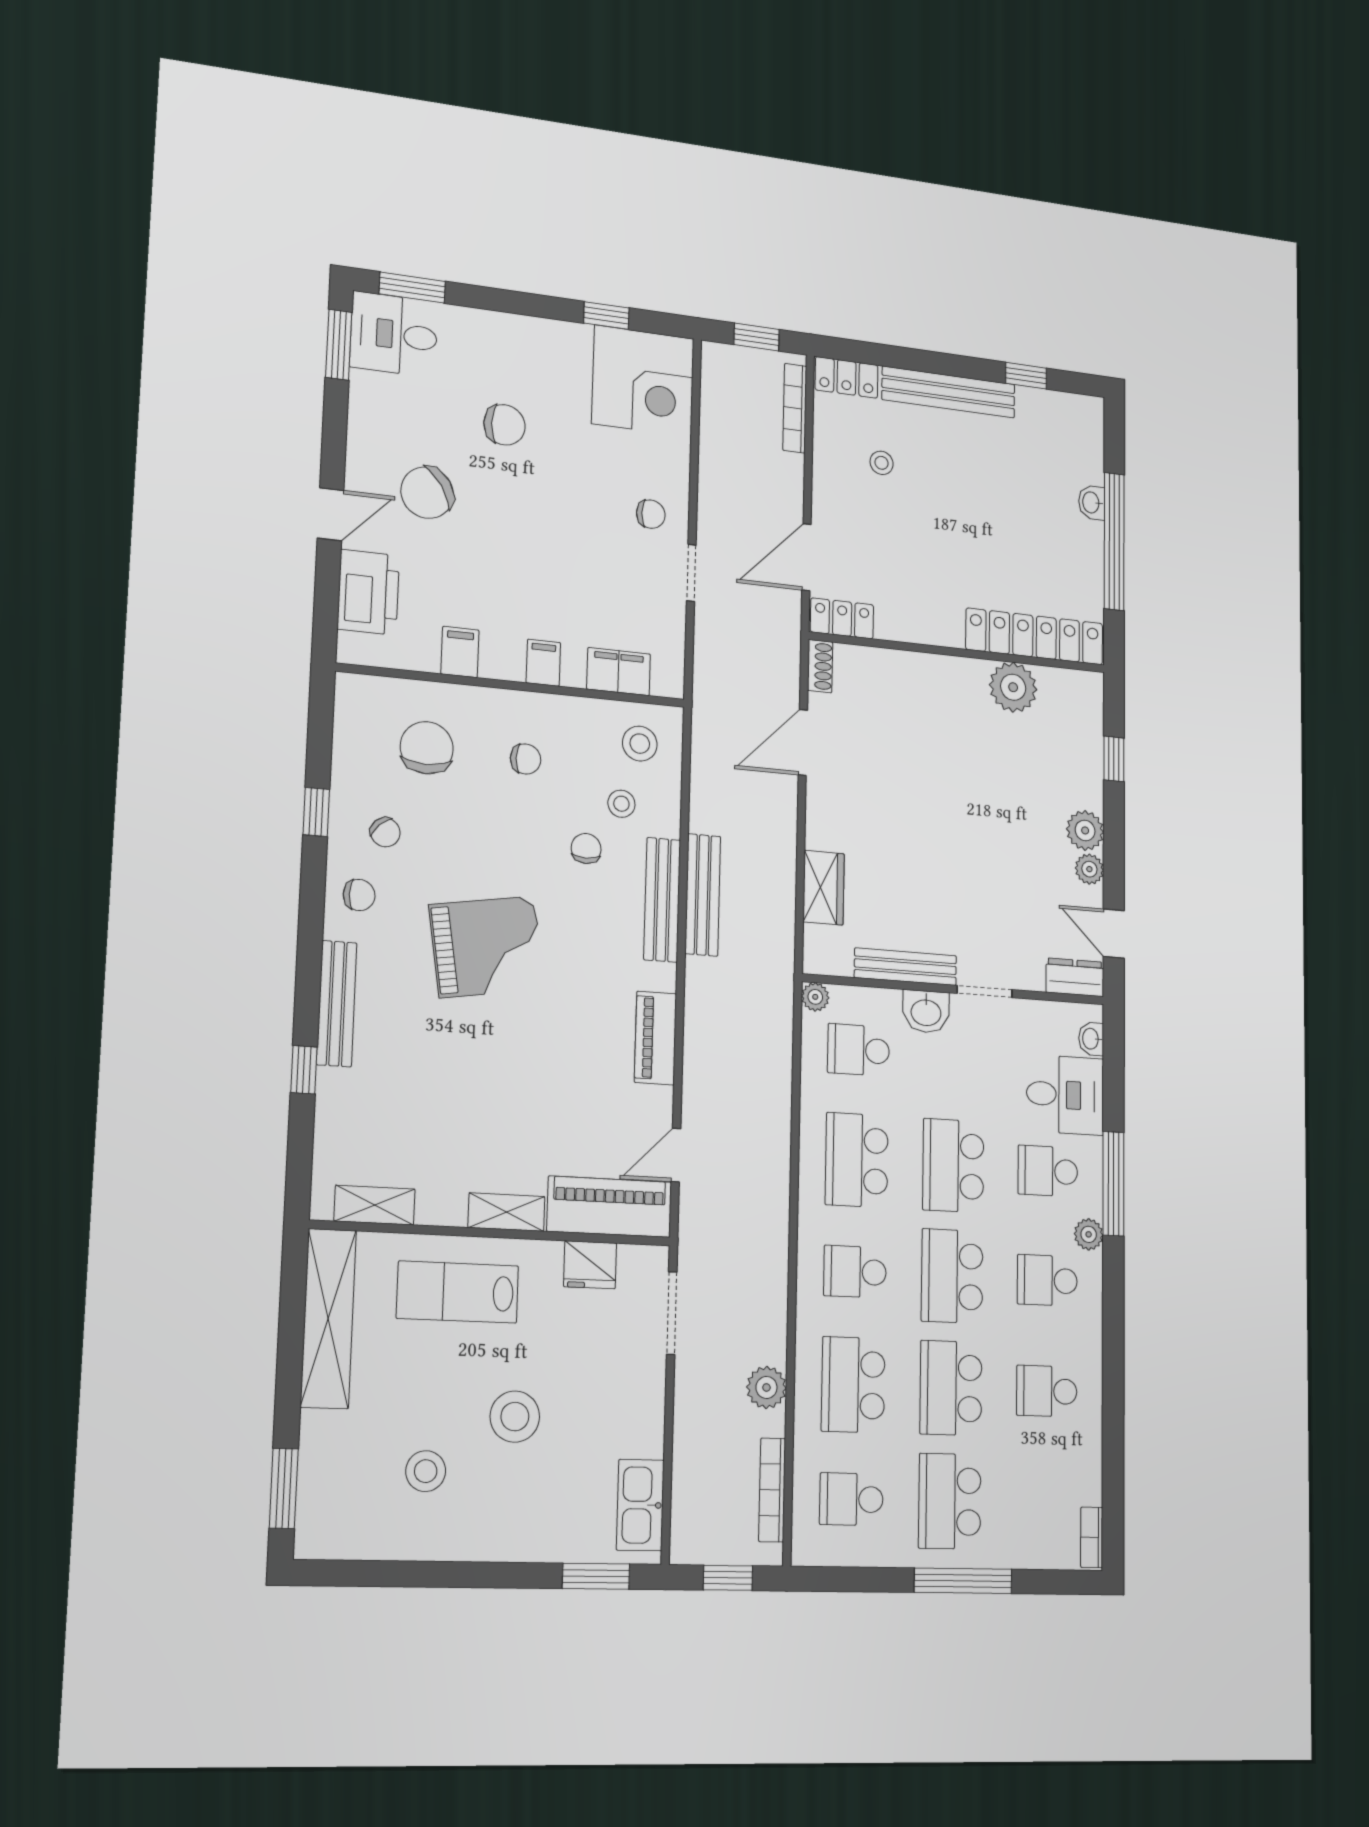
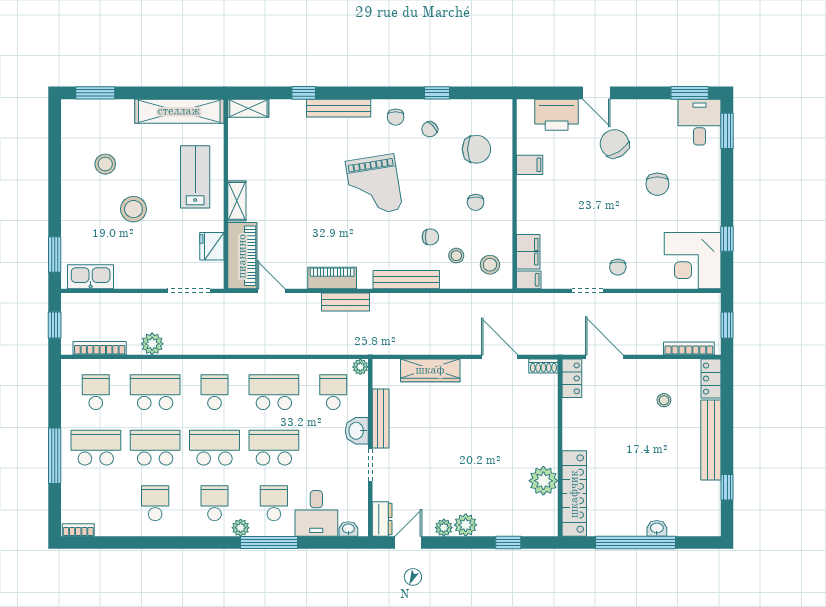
filing cabinet: (543, 663) -> (529, 280), moved
wardrobe: (824, 888) -> (430, 370), width x1.50
bench: (703, 895) -> (346, 302), moved, width x0.73
shelving: (375, 1205) -> (248, 108), moved, turned 90

